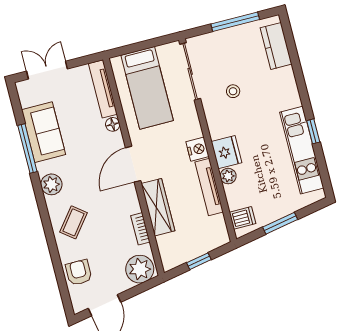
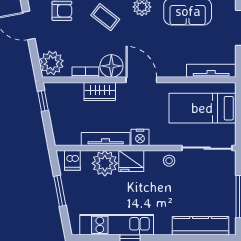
kitchen counter: (276, 46) -> (201, 226), width x1.50
stool: (233, 91) -> (169, 161), moved
floor lamp: (113, 124) -> (111, 66), moved, width x1.89, depth x1.89
plant: (228, 176) -> (105, 163), width x1.88, depth x1.88
wardrobe: (158, 207) -> (100, 92), width x0.67
window: (199, 261) -> (43, 101), moved

